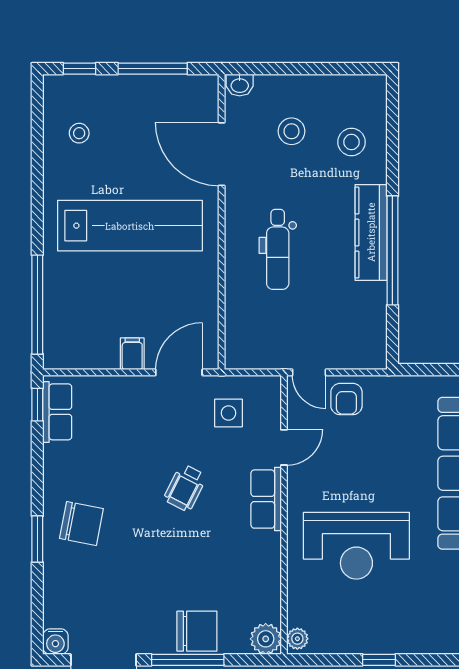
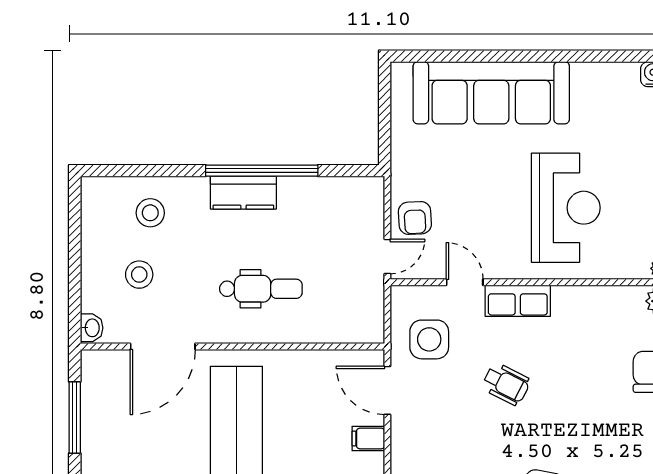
kitchen counter: (371, 232) -> (243, 193), width x0.67
armchair: (346, 399) -> (415, 218), turned 87
side table: (229, 413) -> (429, 339), width x1.37, depth x1.37

